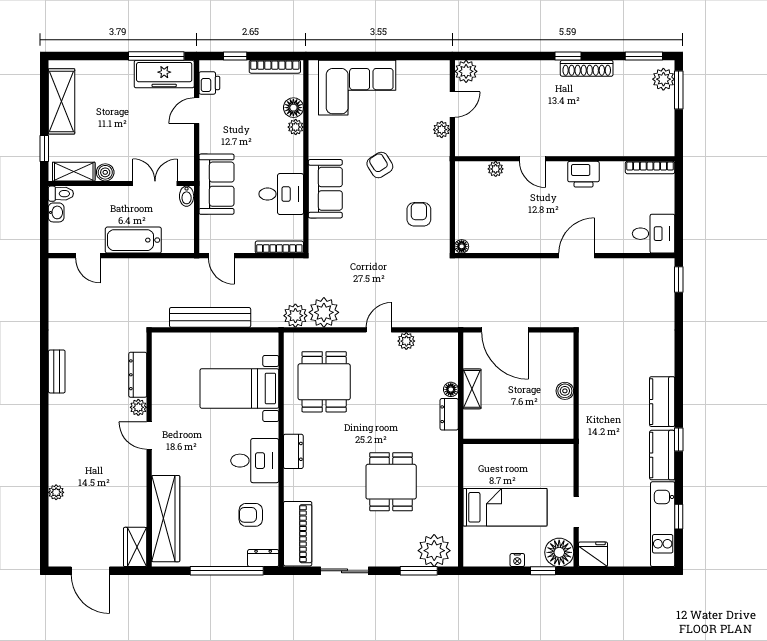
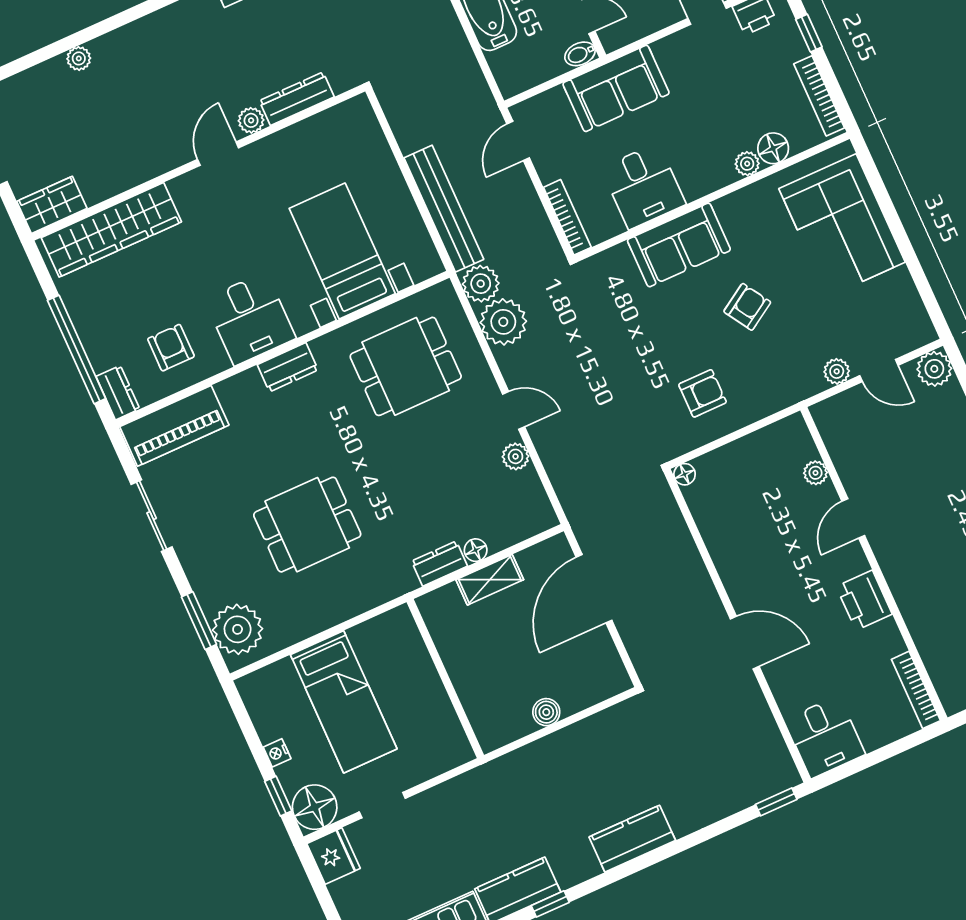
bench: (210, 317) -> (444, 209), moved
kitchen counter: (662, 402) -> (632, 839), moved

